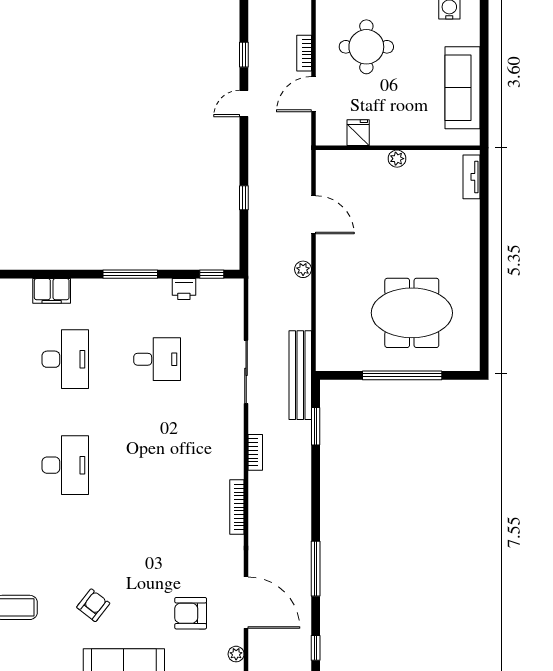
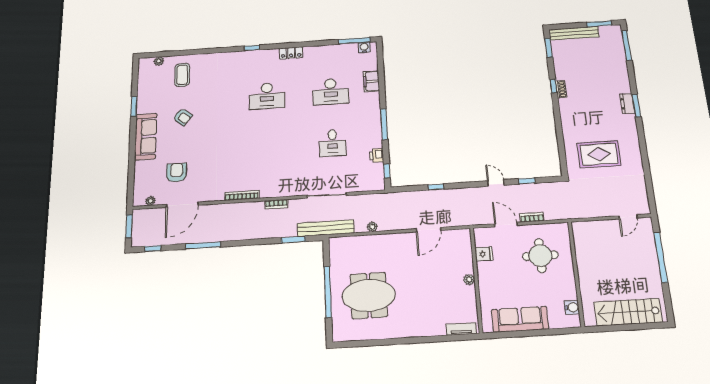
plant: (303, 269) -> (372, 227), moved
meeting table: (412, 313) -> (369, 295), turned 90

